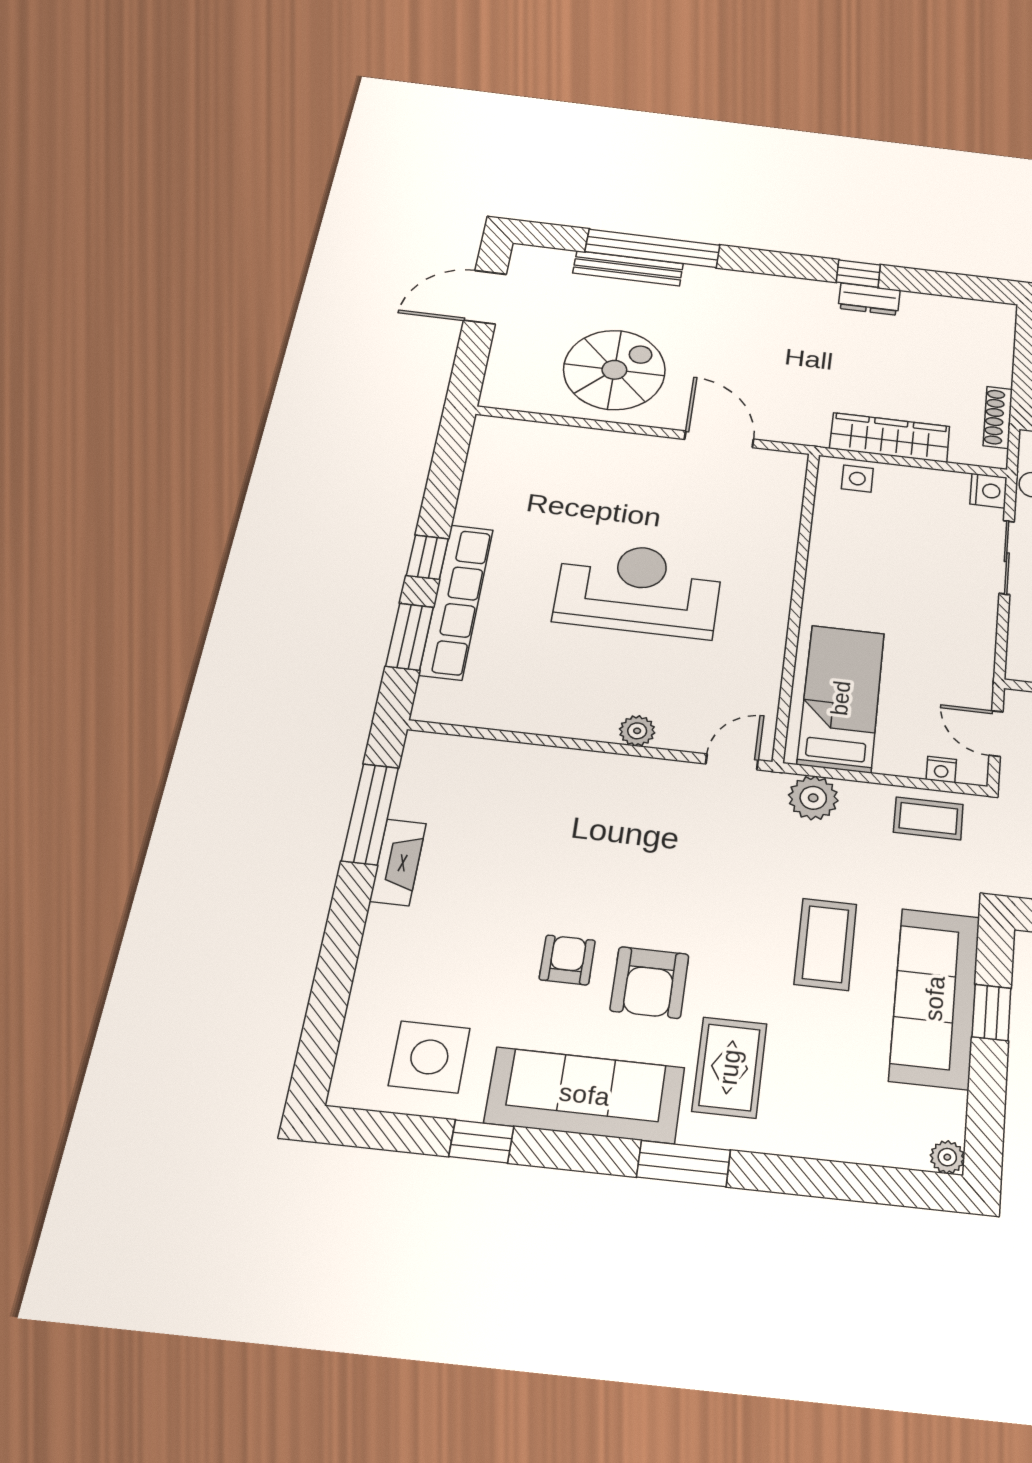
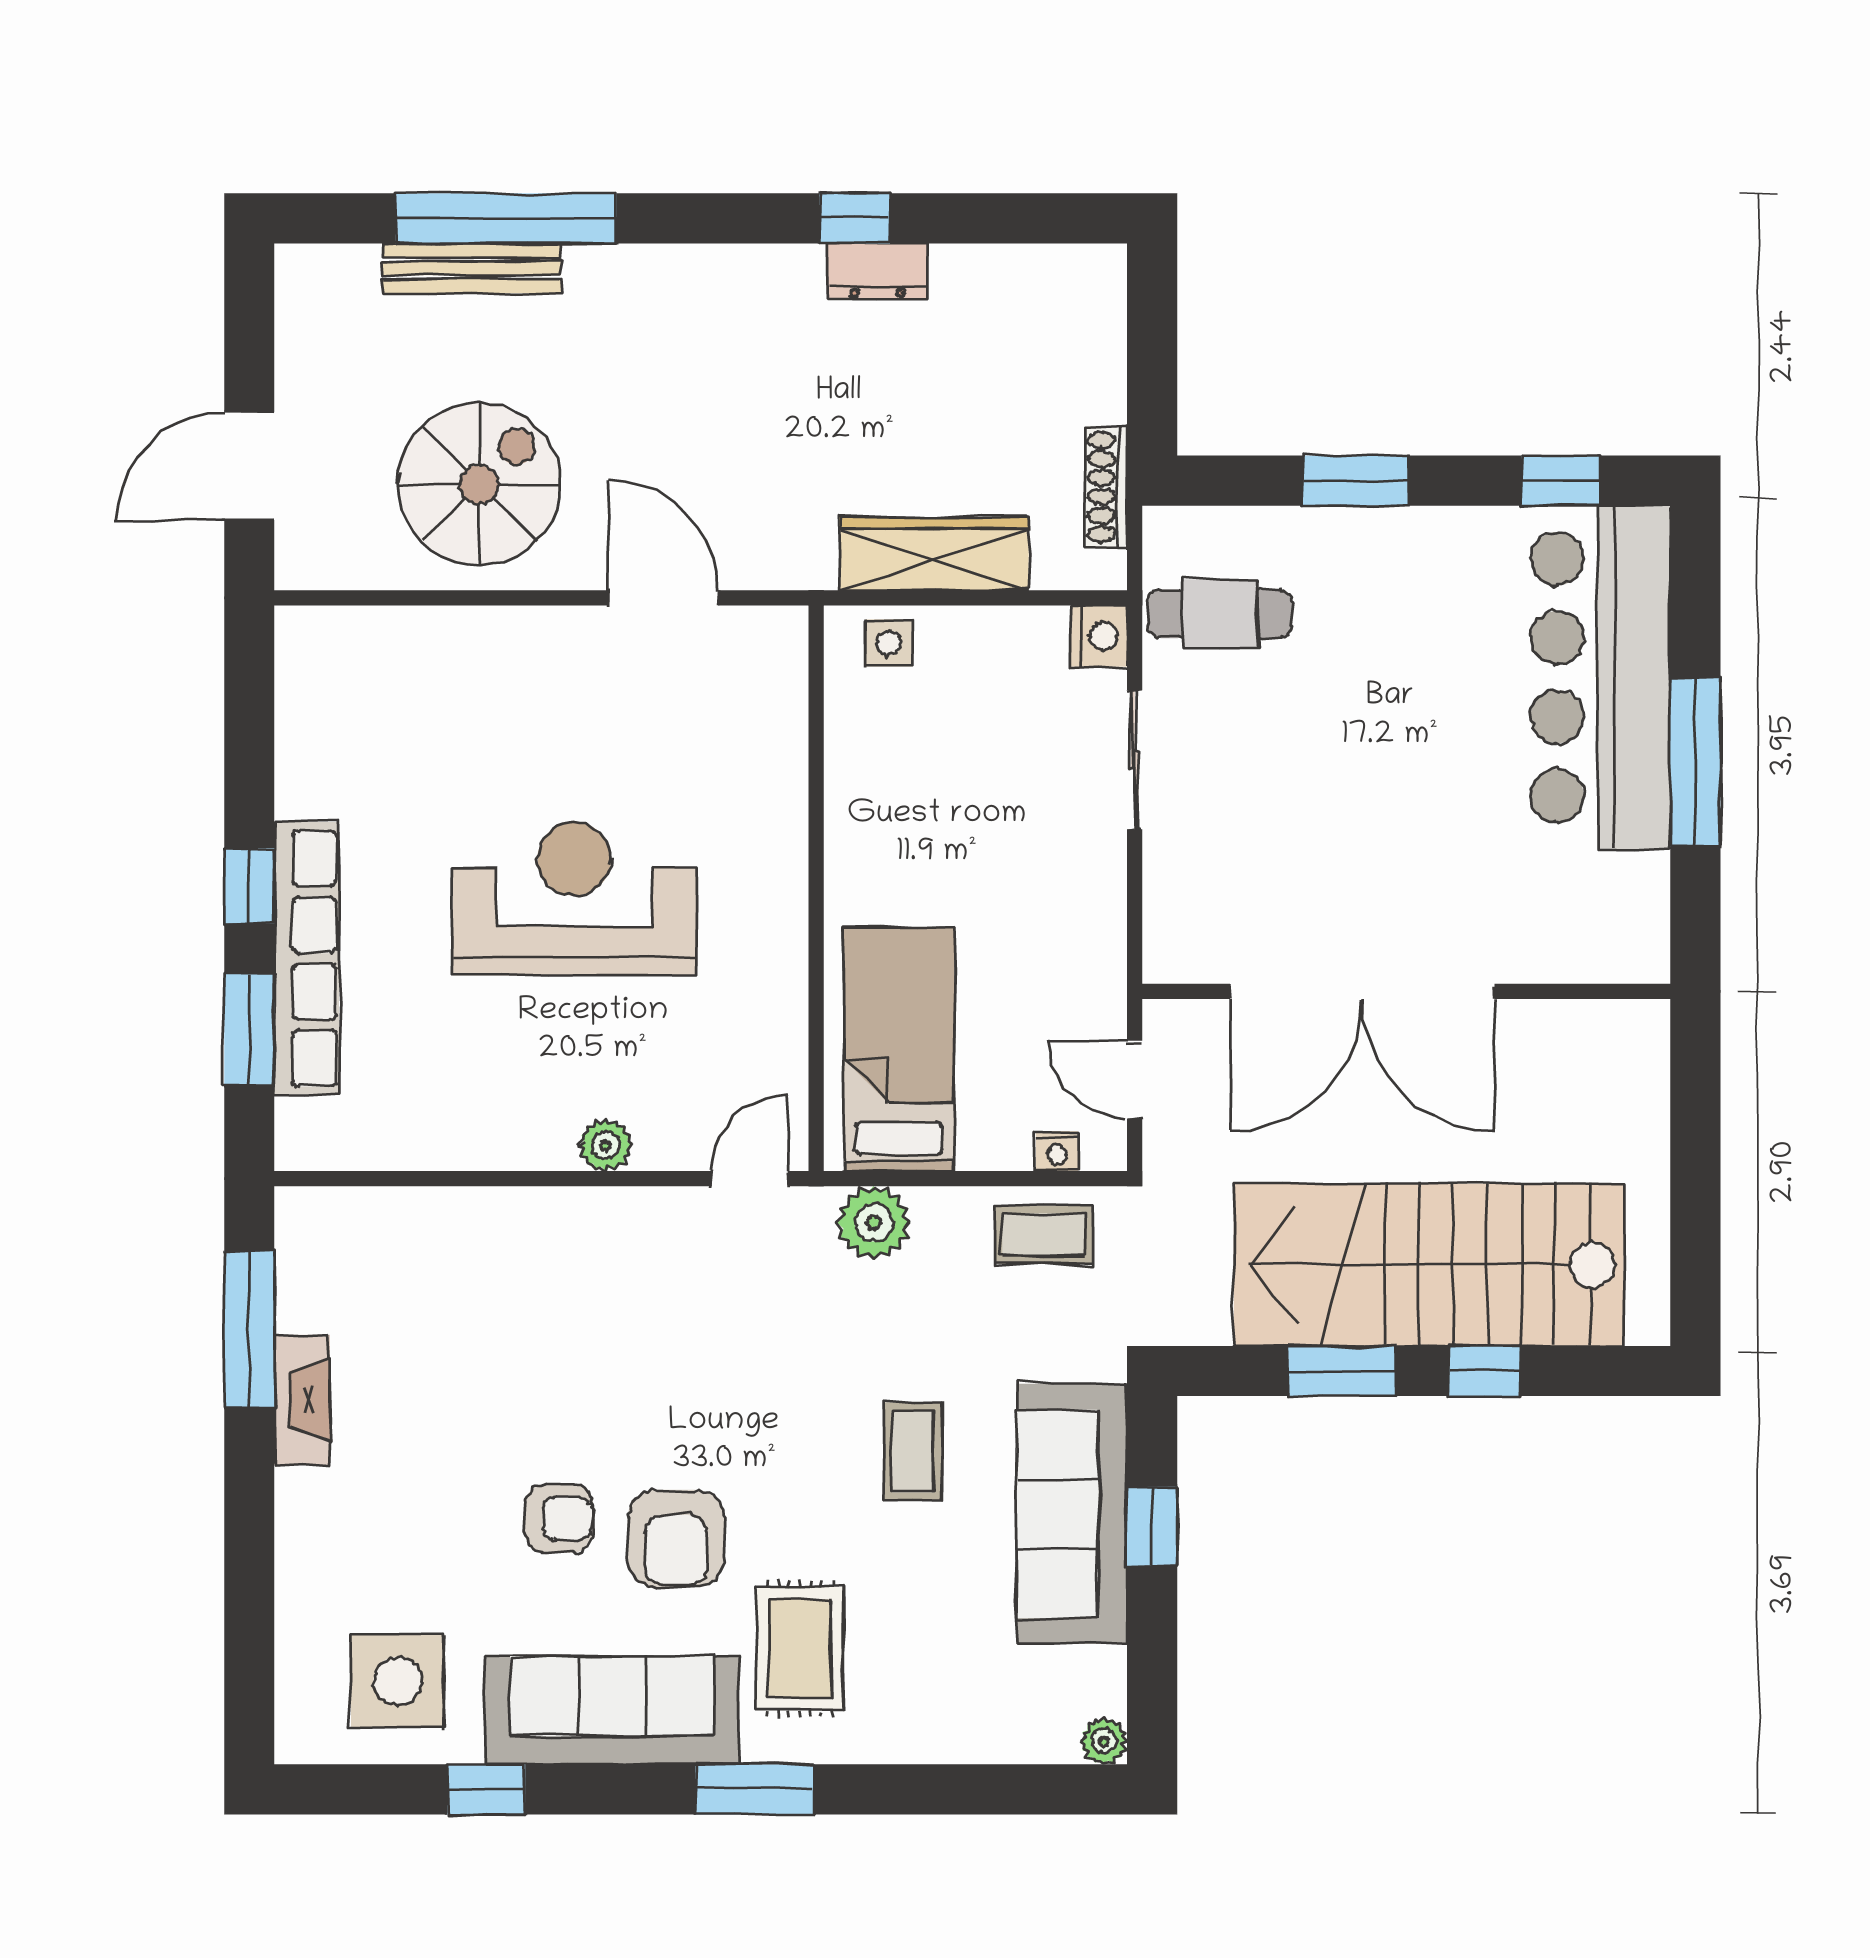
door: (485, 297) -> (249, 466), moved
coffee table: (826, 944) -> (913, 1451), width x0.73, depth x0.77
armchair: (567, 960) -> (559, 1519), turned 90

